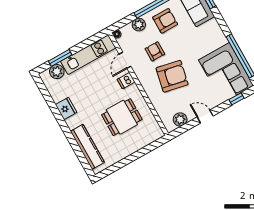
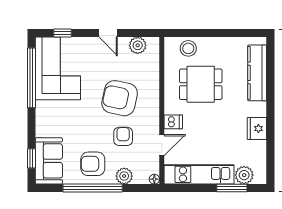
armchair: (155, 51) -> (123, 136), turned 180
stool: (144, 137) -> (188, 48), added

